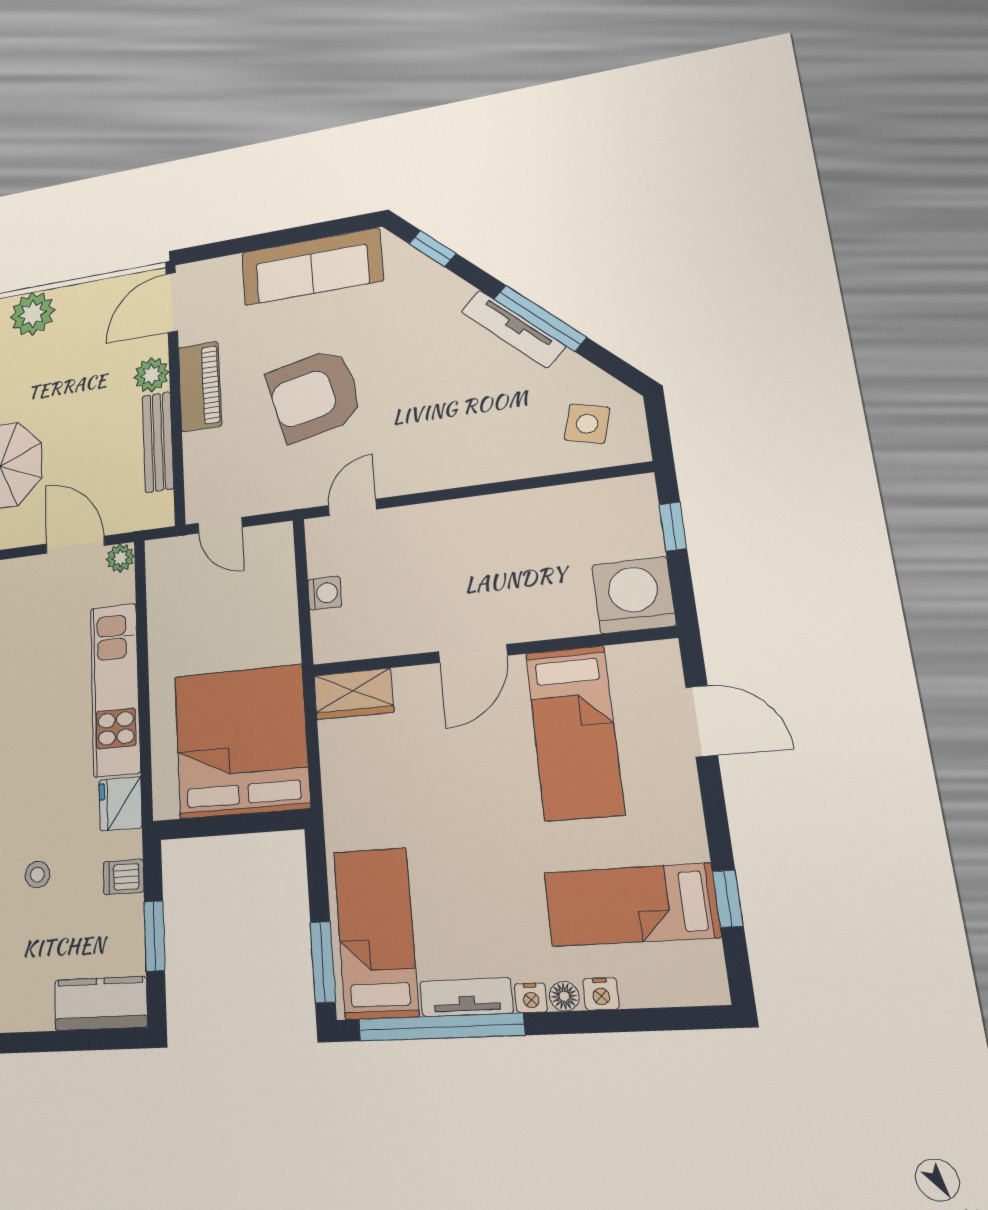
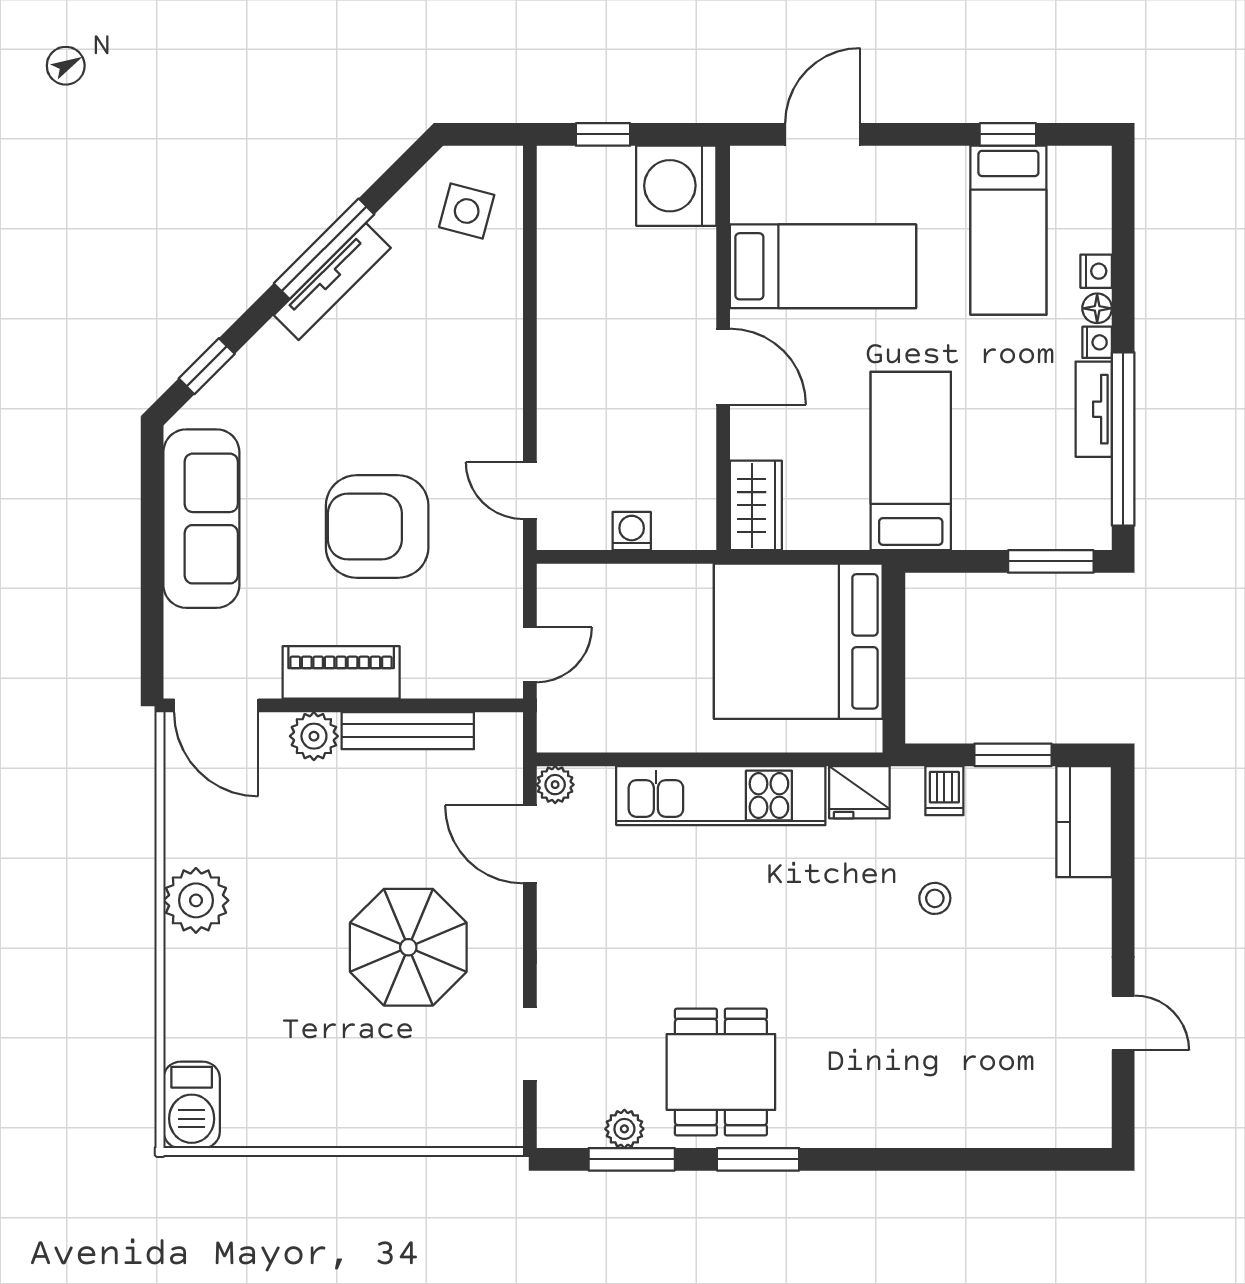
armchair: (315, 395) -> (377, 526), turned 103
door: (75, 545) -> (530, 844), hinge flipped
bed: (376, 933) -> (911, 461), moved, turned 90

